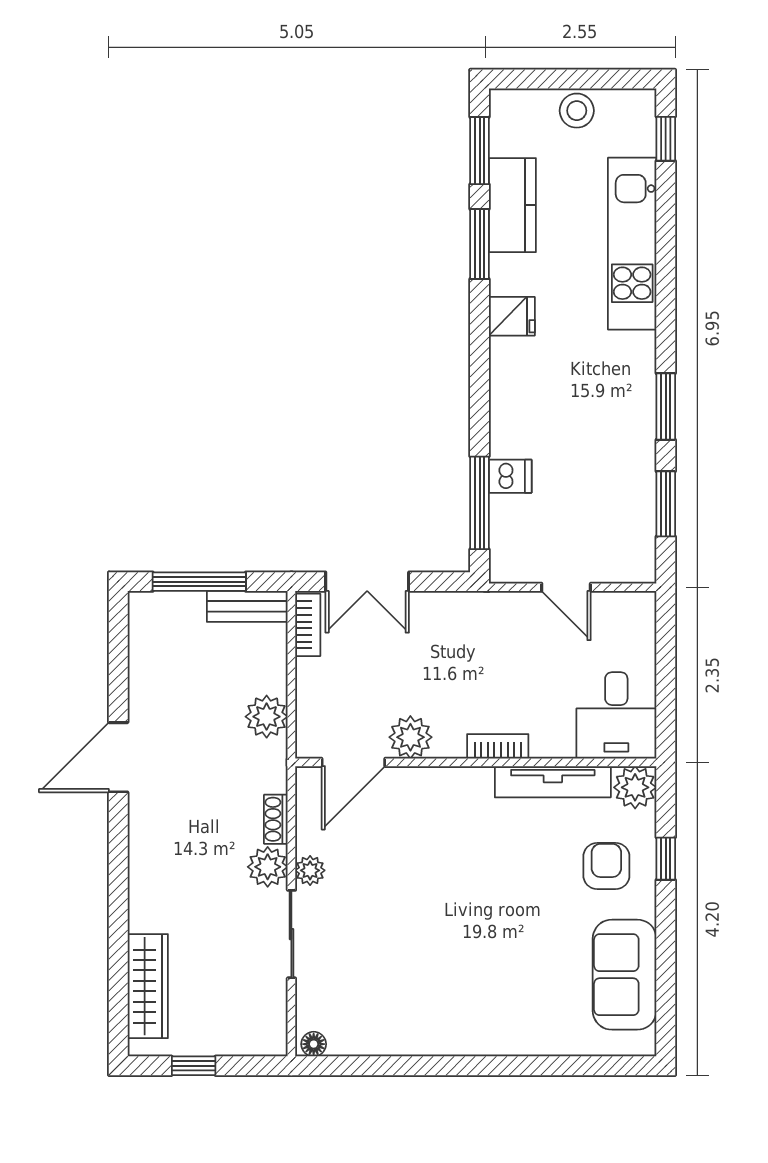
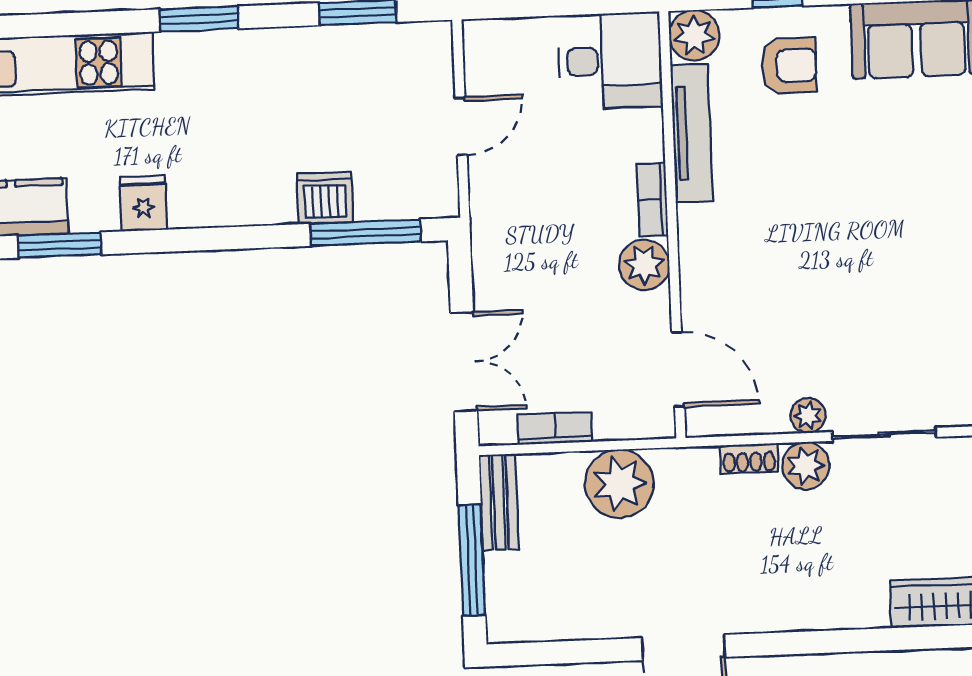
window: (666, 406) -> (199, 19), moved
dishwasher: (510, 476) -> (325, 198), width x1.38
bookcase: (308, 625) -> (555, 428), moved
plant: (267, 717) -> (619, 484), width x1.36, depth x1.36
plant: (410, 737) -> (644, 265), moved
armchair: (606, 866) -> (789, 65), turned 180

